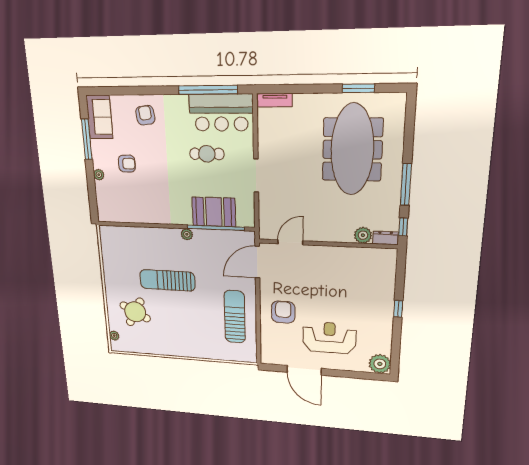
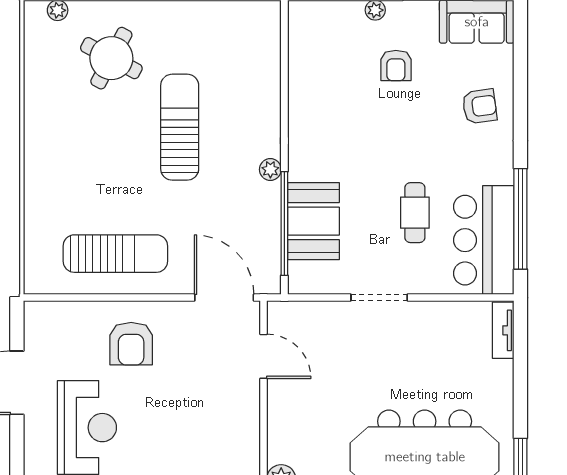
armchair: (283, 312) -> (131, 344), turned 90

